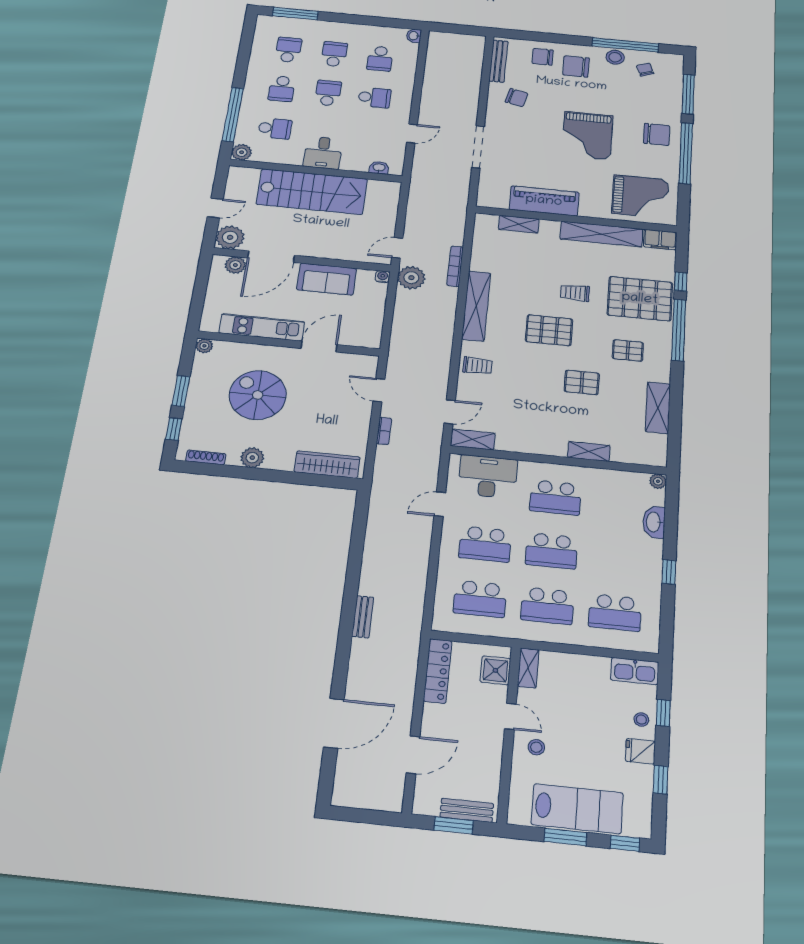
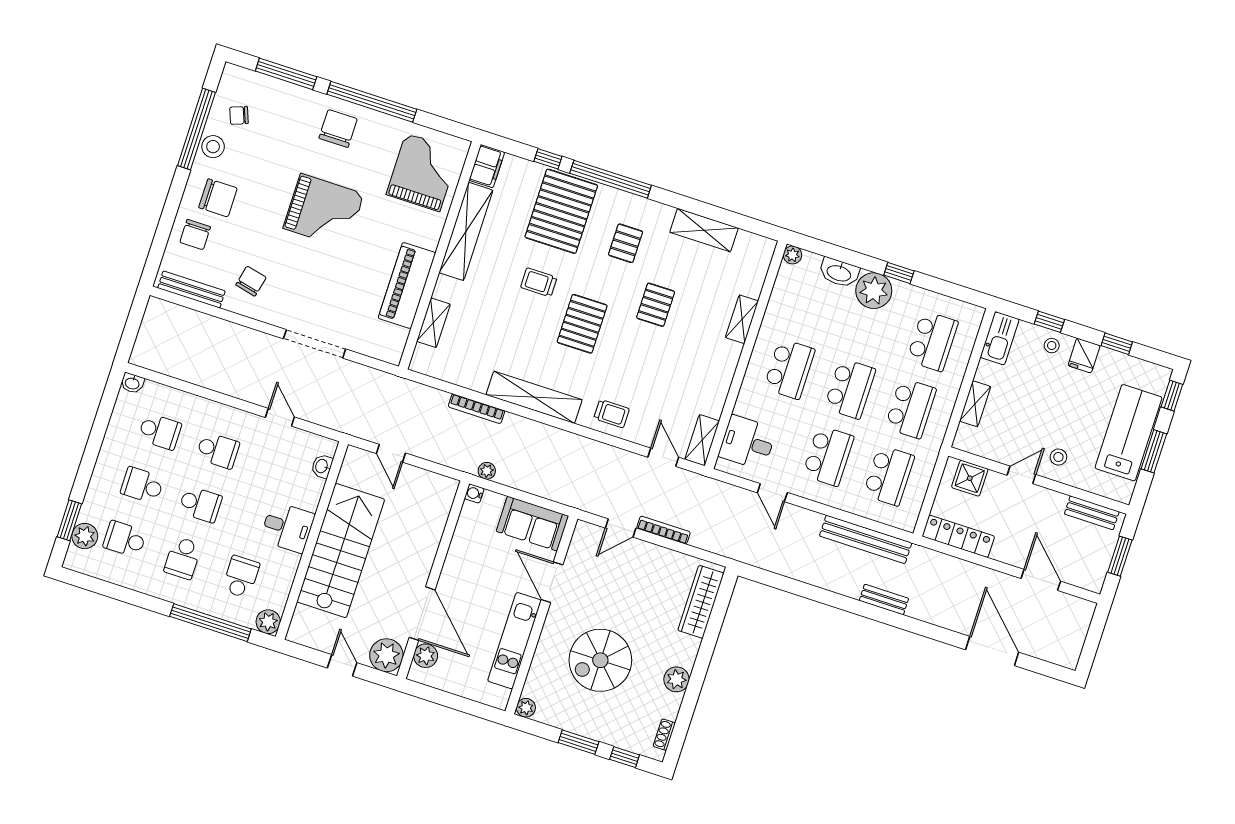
window: (295, 14) -> (69, 520), width x0.69
plant: (285, 25) -> (85, 536), added
chair: (576, 66) -> (218, 198), turned -90
school desk: (282, 89) -> (183, 558), turned 90
school desk: (328, 93) -> (200, 504), turned 180
school desk: (374, 98) -> (218, 450), turned 90
door: (397, 248) -> (391, 453), moved
plant: (411, 278) -> (487, 471), width x0.53, depth x0.53
sofa: (327, 279) -> (532, 524), moved, turned 90
trolley: (575, 293) -> (539, 282), turned 90
trolley: (478, 366) -> (612, 414), turned 90
bookcase: (384, 431) -> (663, 530), width x1.56
shoe rack: (206, 457) -> (664, 735), width x0.70
desk: (488, 477) -> (747, 443), width x0.73
plant: (646, 554) -> (874, 291), added
bench: (416, 590) -> (866, 539), added
shelving: (528, 668) -> (975, 404), moved, turned 90
bench: (467, 810) -> (1092, 513), moved, turned 90

